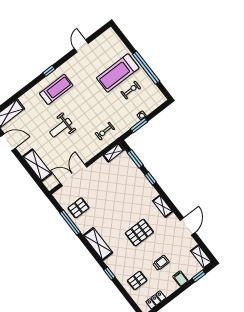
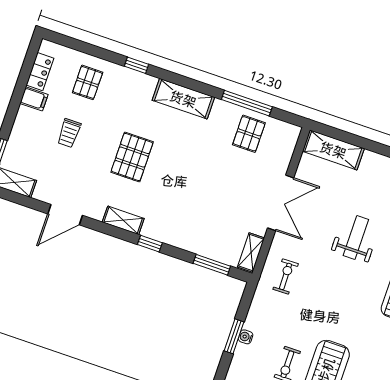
window: (139, 125) -> (234, 336), moved
shelving: (37, 165) -> (333, 150), moved
double door: (74, 175) -> (281, 203), moved
window: (150, 178) -> (150, 244), moved
door: (188, 226) -> (65, 215), hinge flipped
filing cabinet: (180, 279) -> (34, 99), moved

